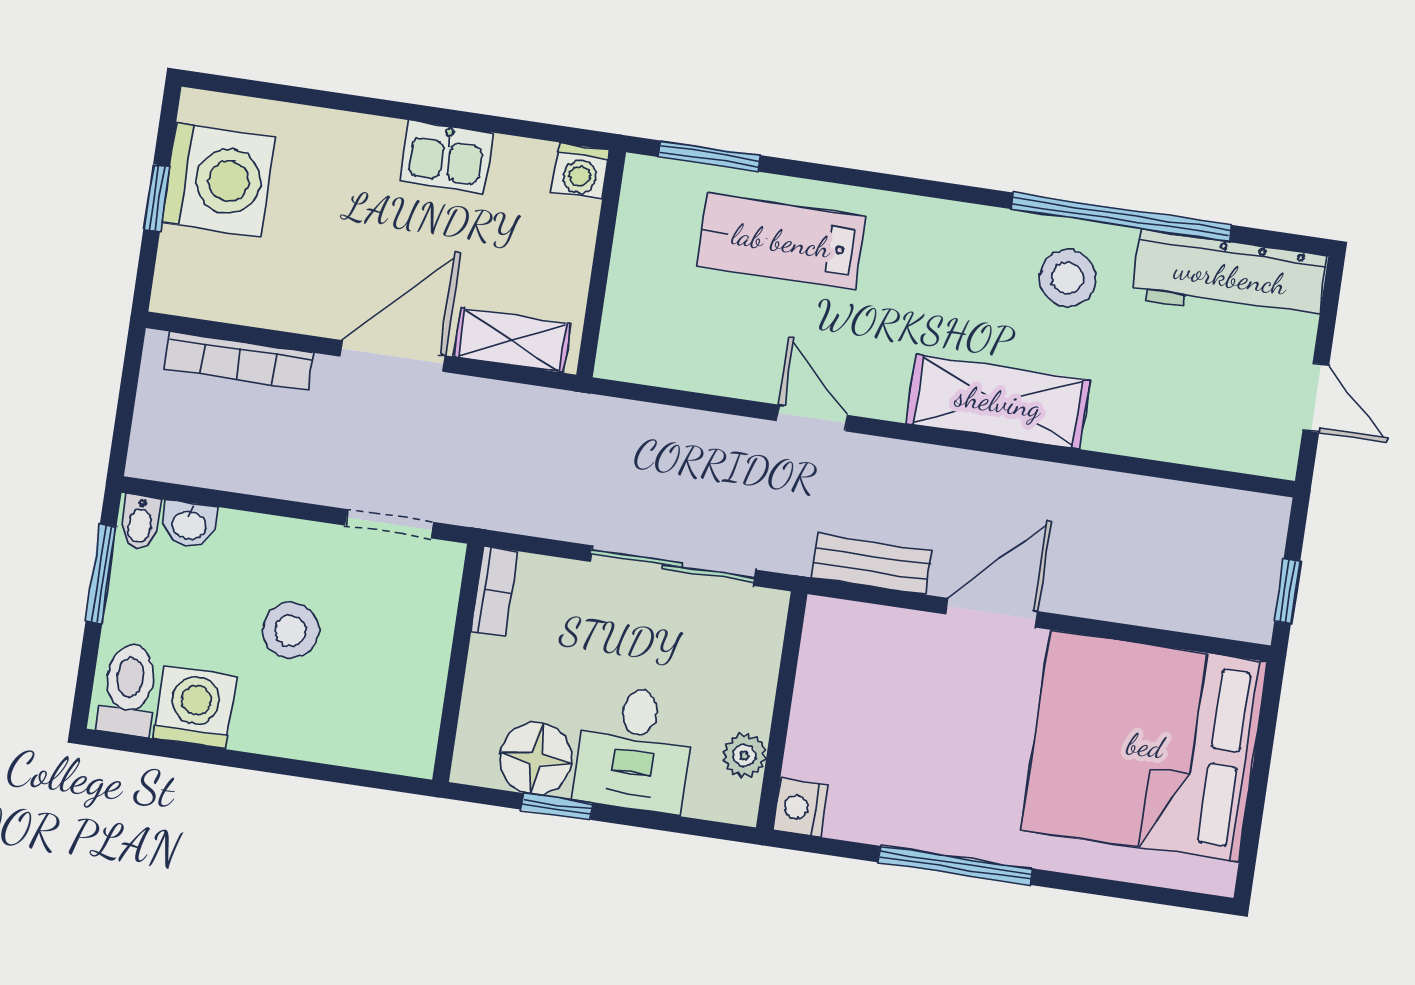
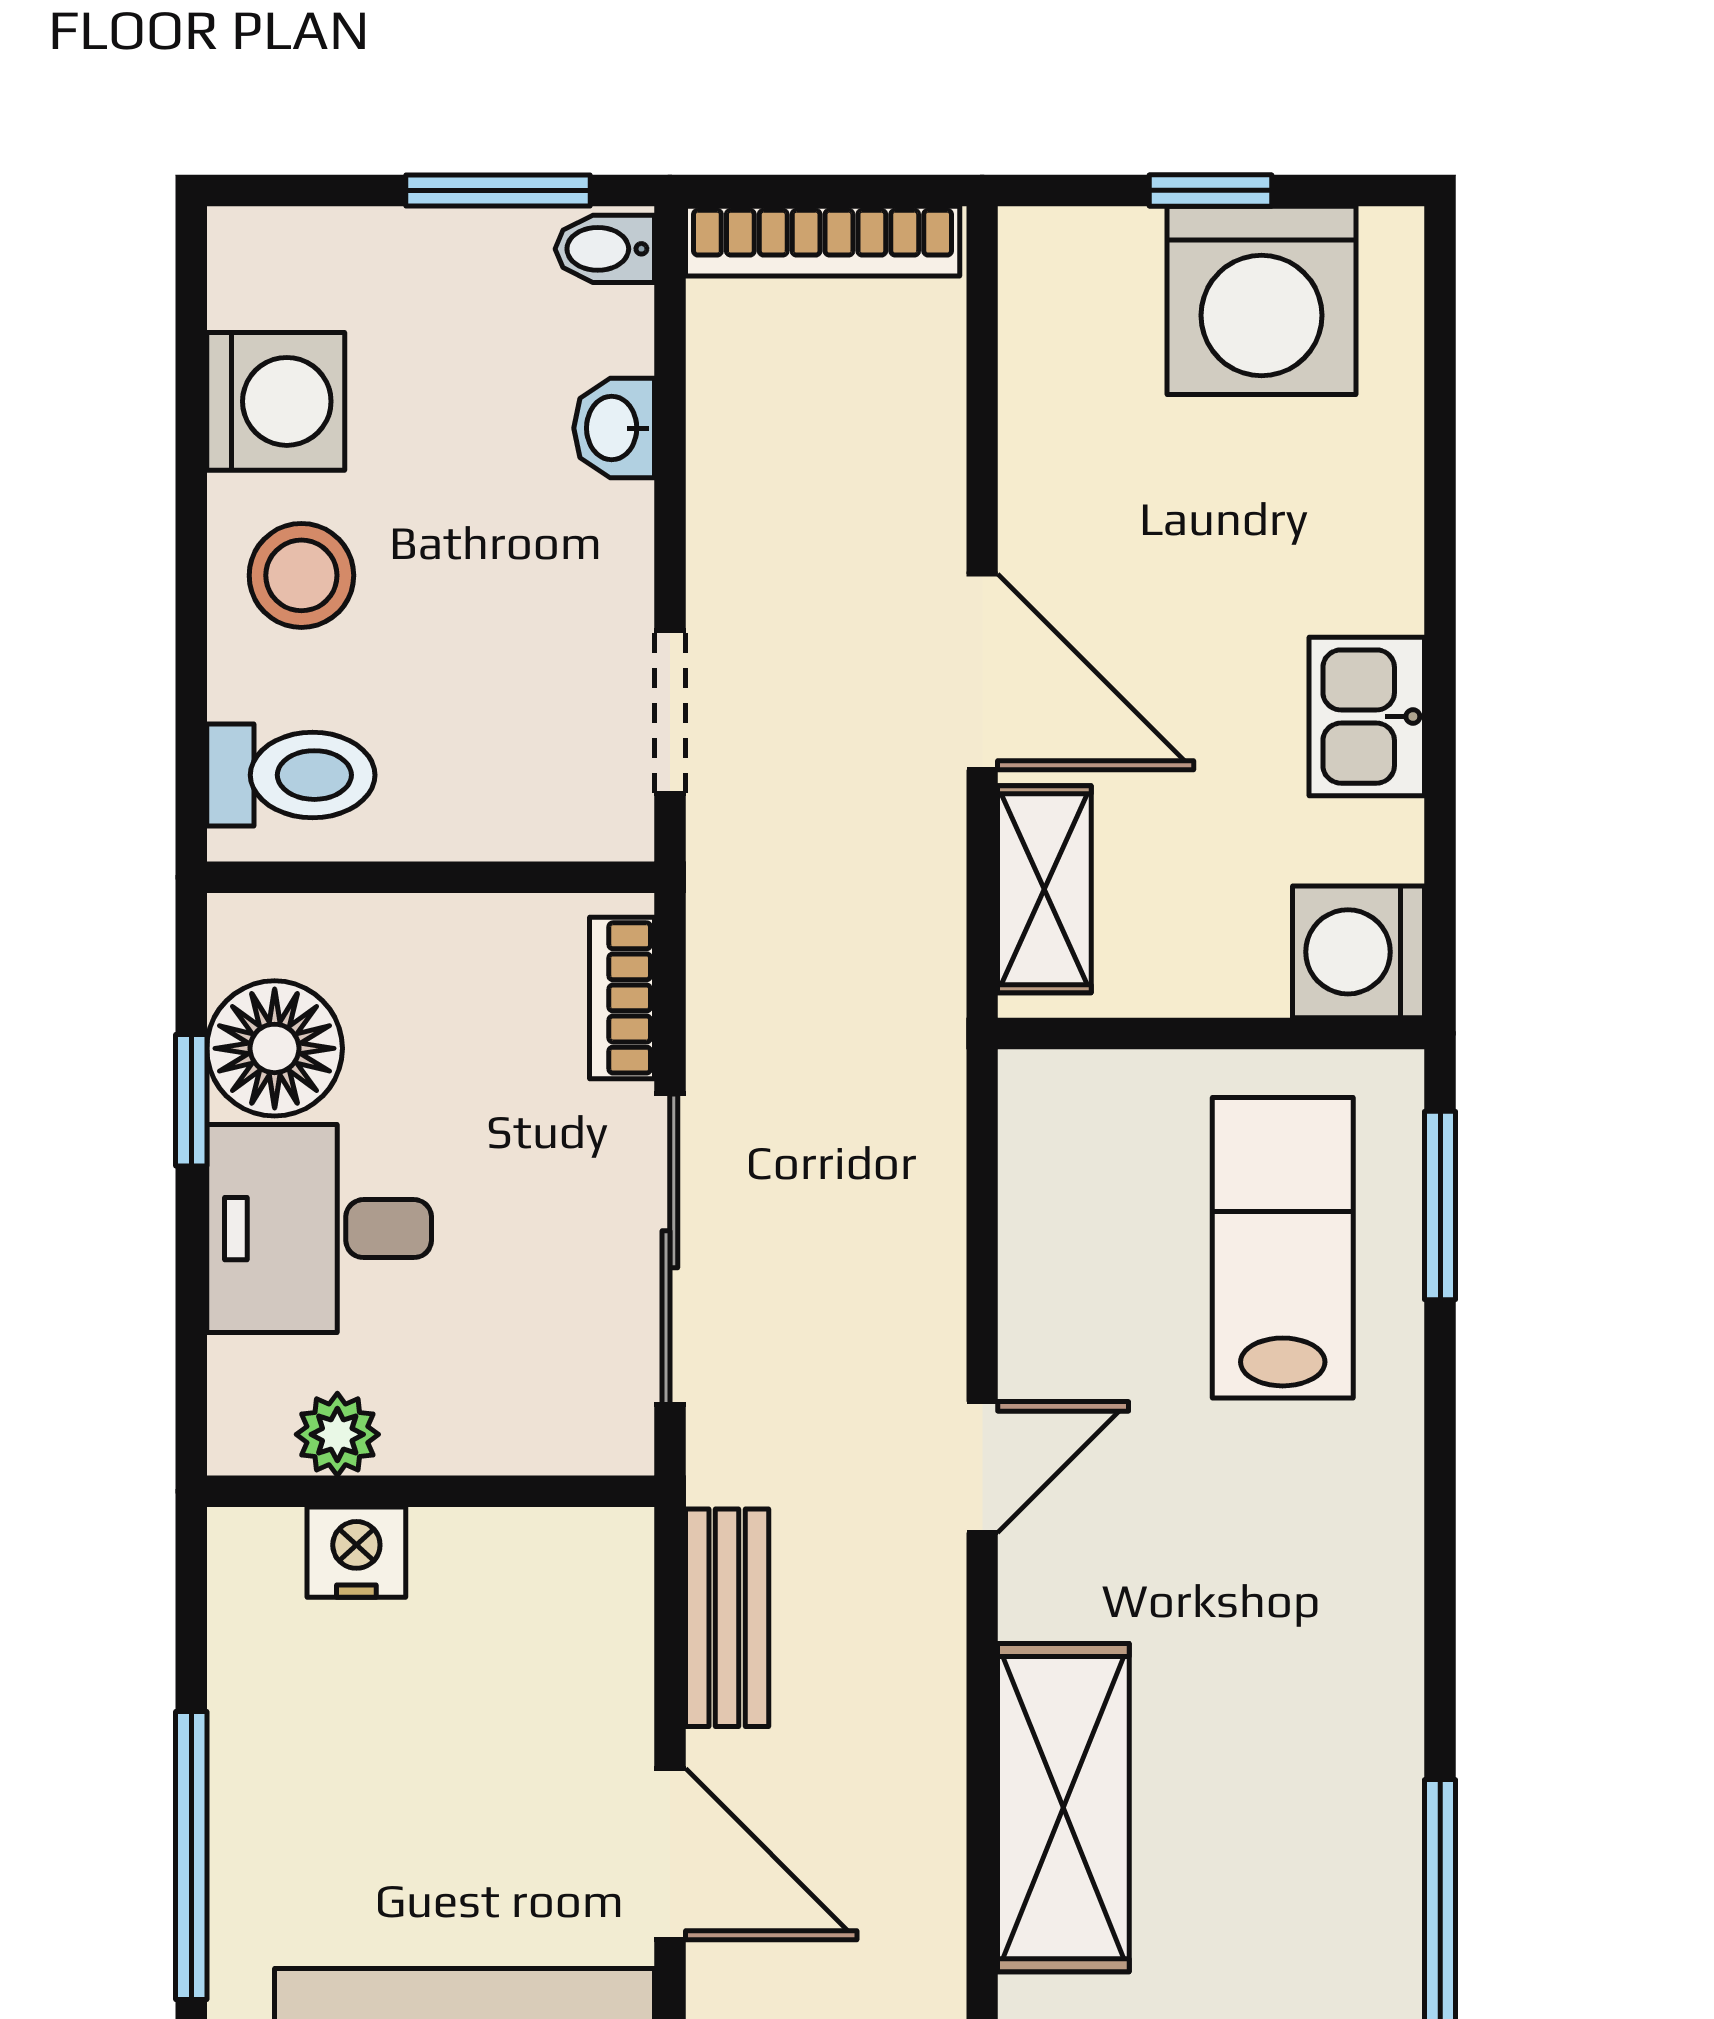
washing machine: (580, 171) -> (1358, 952), width x1.38, depth x1.38
lab bench: (781, 241) -> (1283, 1248), moved
stool: (1067, 278) -> (1312, 1903), removed
bookcase: (239, 361) -> (823, 241), moved, turned -90
washbasin: (189, 524) -> (614, 428), moved
bookcase: (494, 591) -> (622, 998), moved, turned 90
stool: (291, 630) -> (301, 575), moved
toilet: (128, 690) -> (291, 775), moved
nightstand: (800, 808) -> (356, 1552), moved

